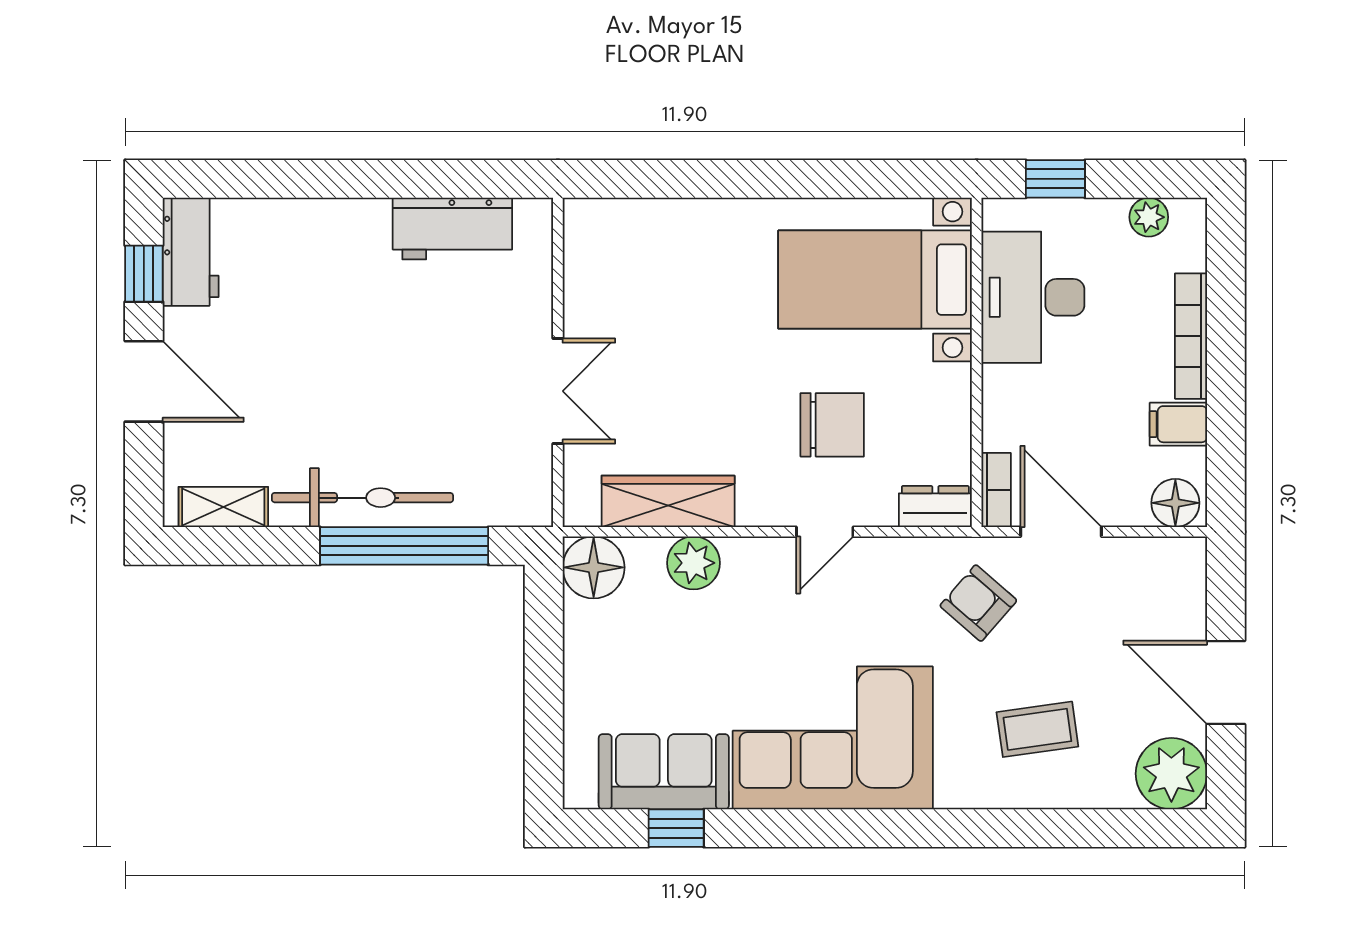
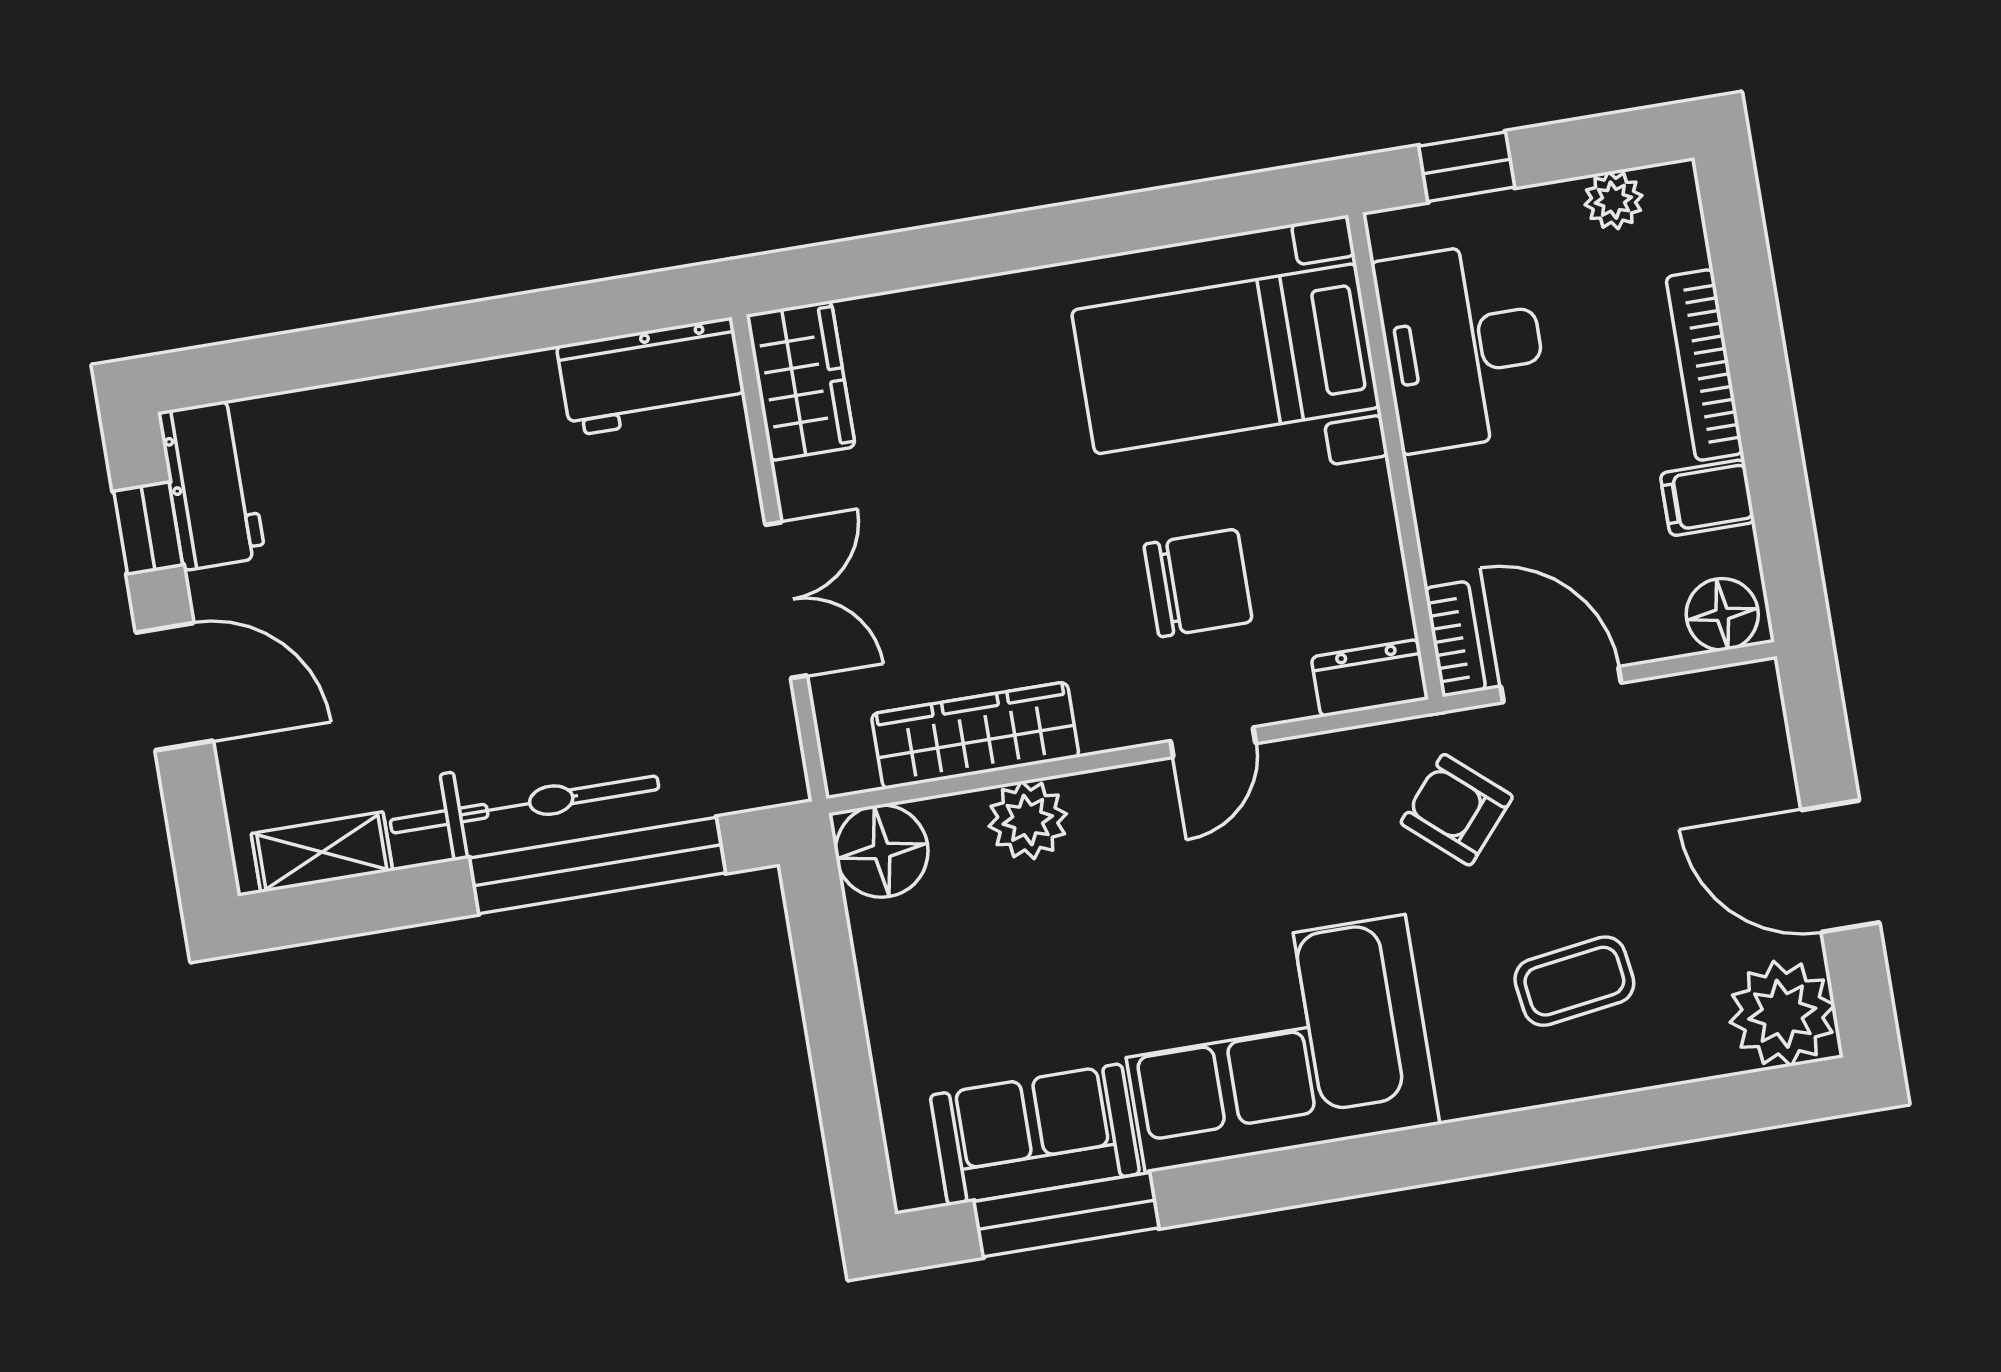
workbench: (452, 229) -> (652, 377), moved
wardrobe: (591, 248) -> (801, 381), added
window: (676, 828) -> (1067, 1215), width x2.17

